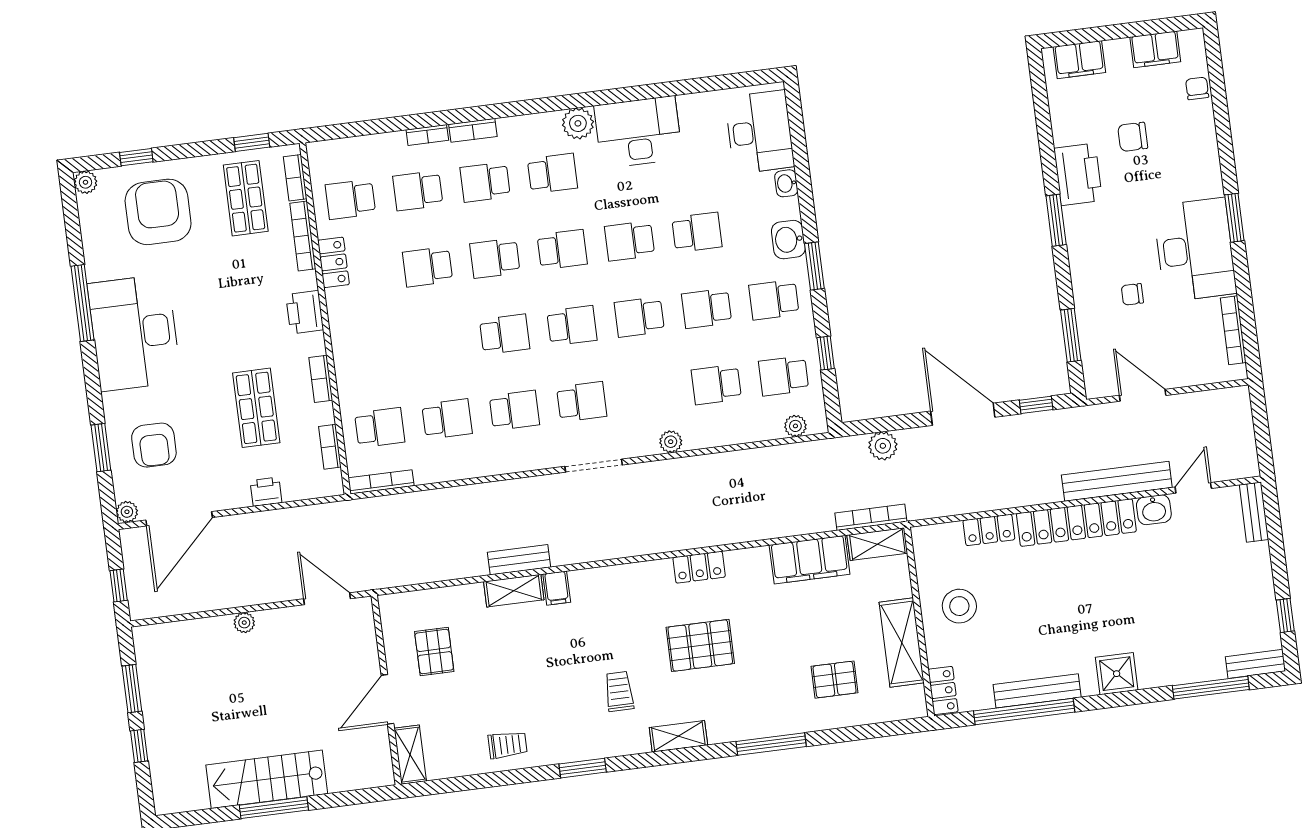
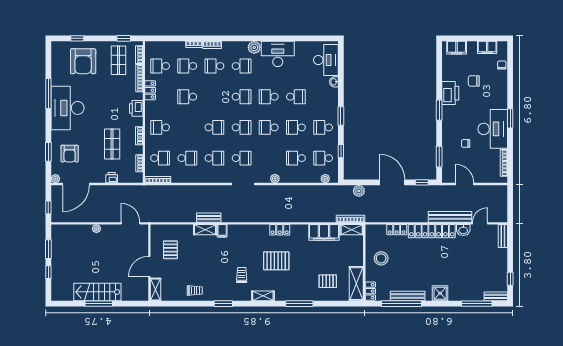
plant: (85, 182) -> (56, 46), removed
armchair: (158, 212) -> (83, 61), turned 180
washbasin: (788, 240) -> (332, 104), removed
school desk: (495, 258) -> (160, 127), moved
shelving: (902, 643) -> (356, 284), moved

